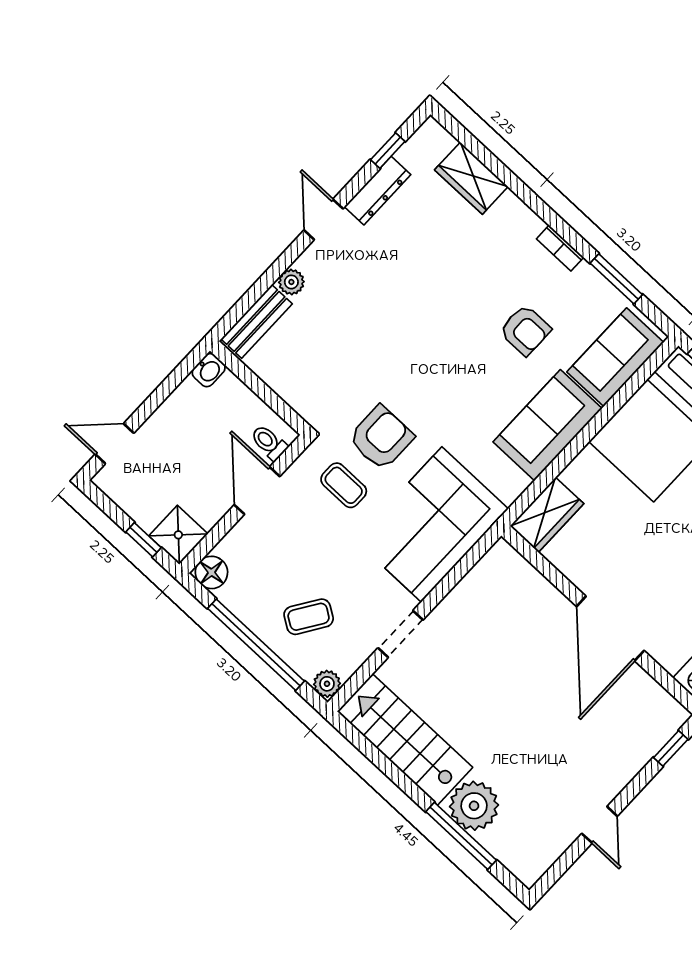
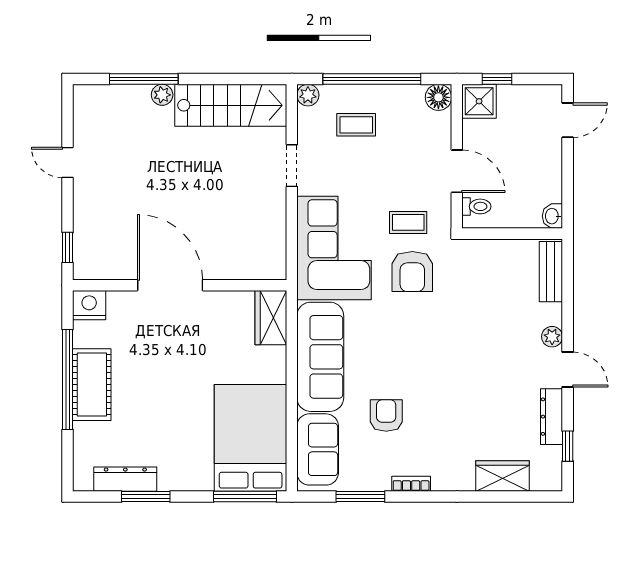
plant: (291, 282) -> (552, 337), moved
armchair: (525, 330) -> (386, 415), turned 90
sofa: (547, 425) -> (320, 357), width x1.36
coffee table: (309, 617) -> (356, 125), turned 57
plant: (474, 806) -> (162, 95), width x0.53, depth x0.53

